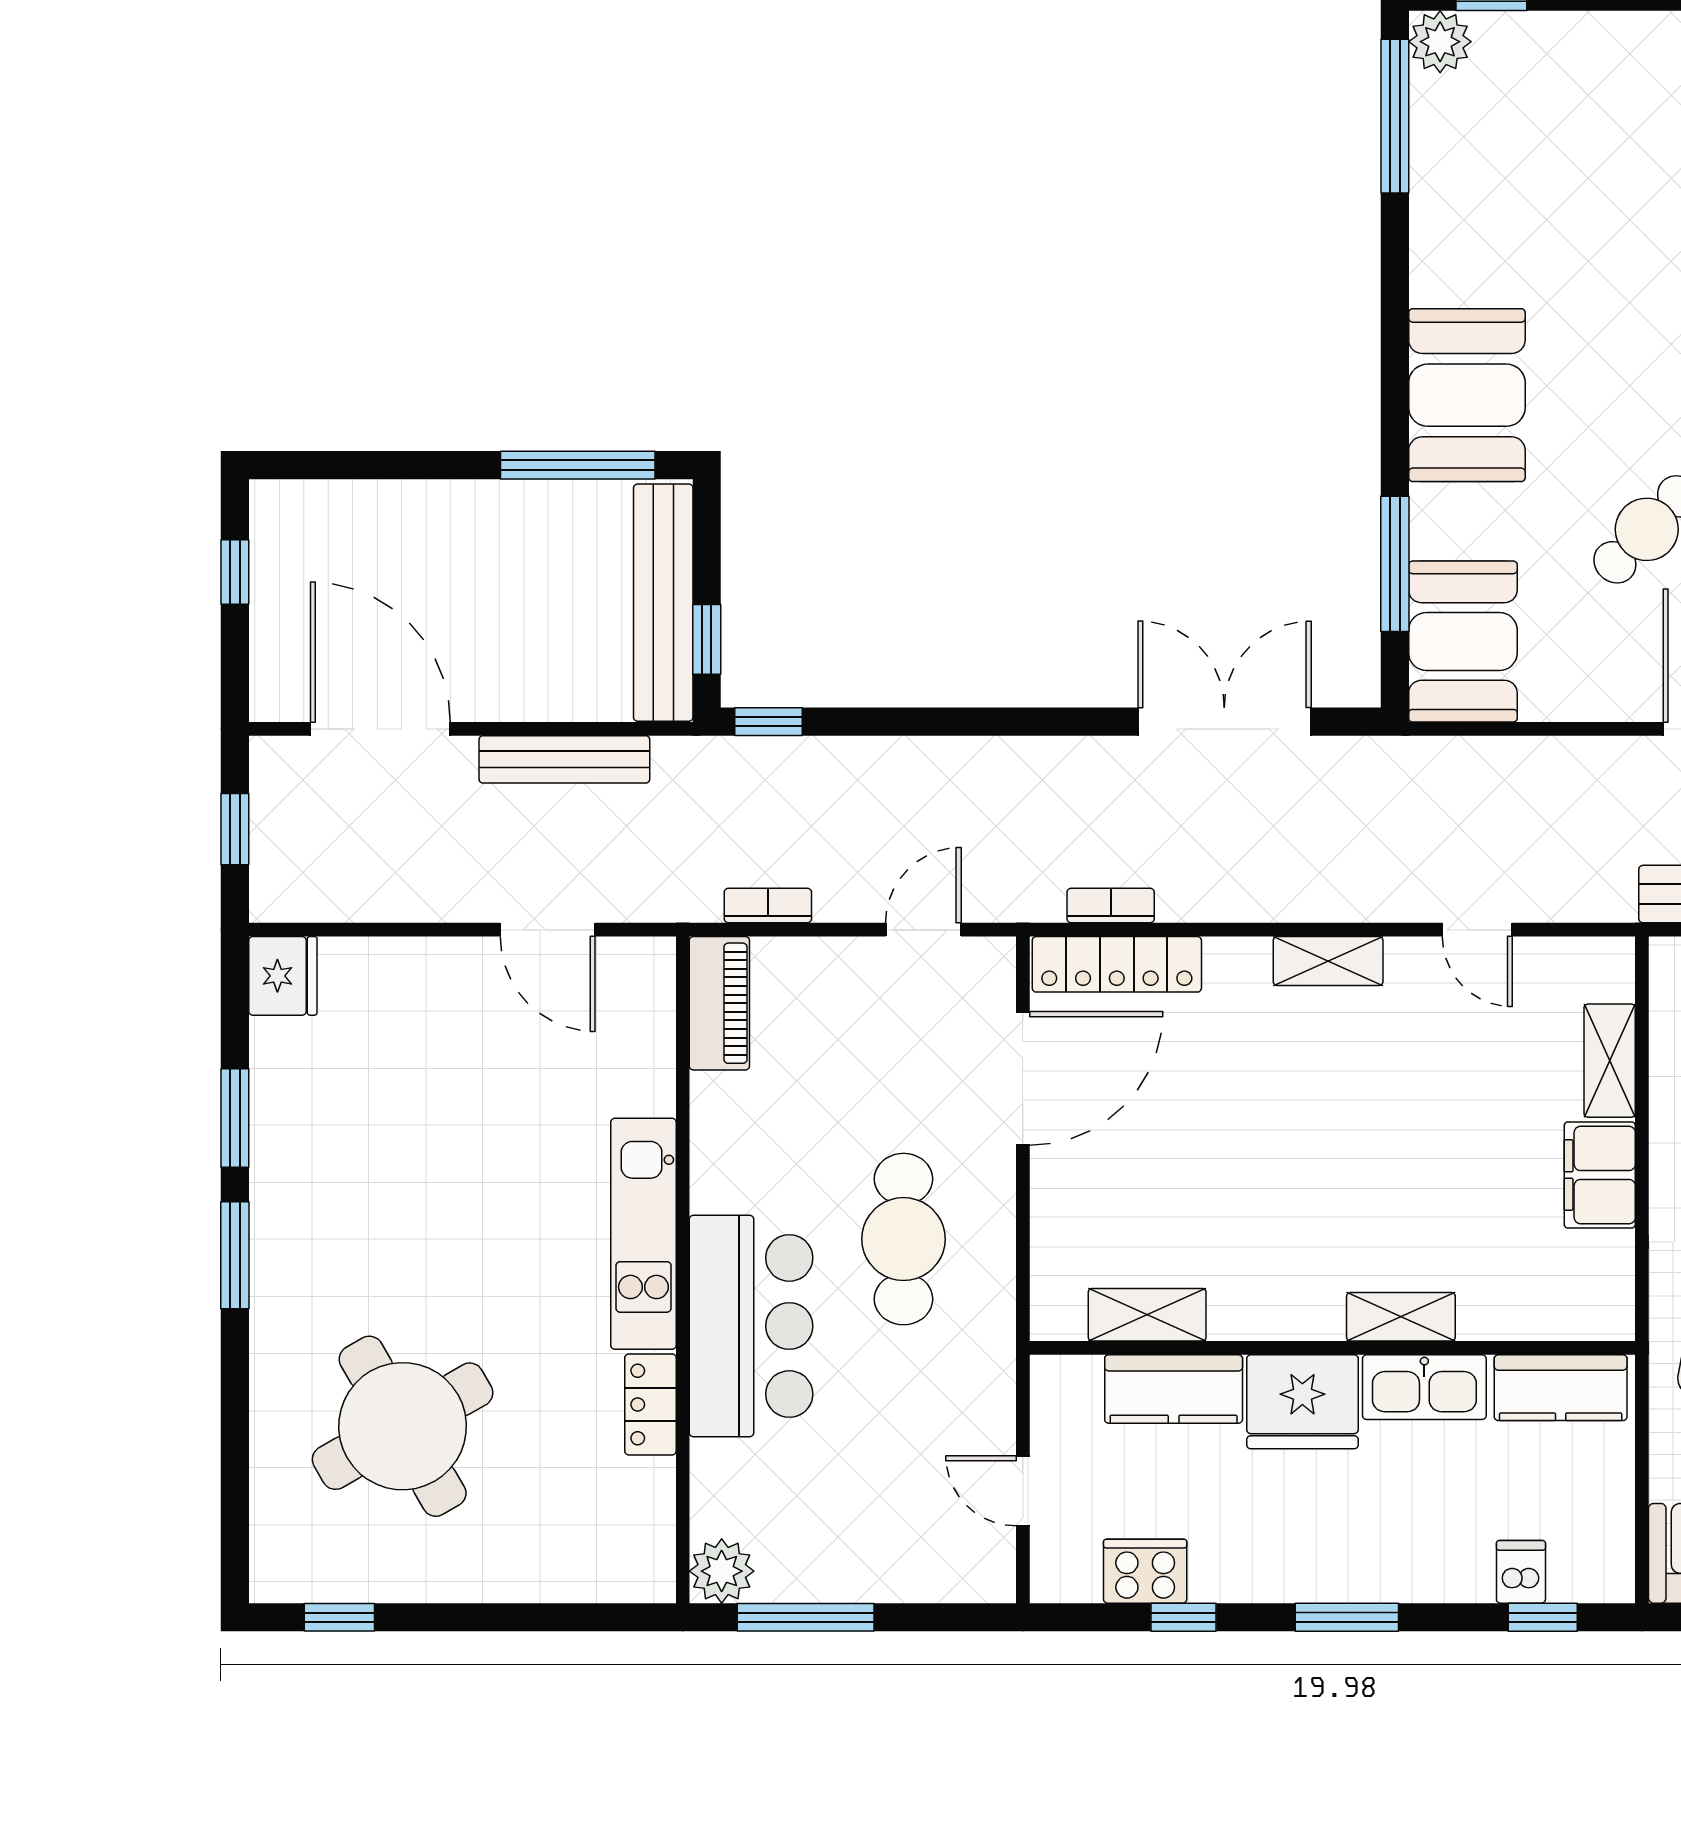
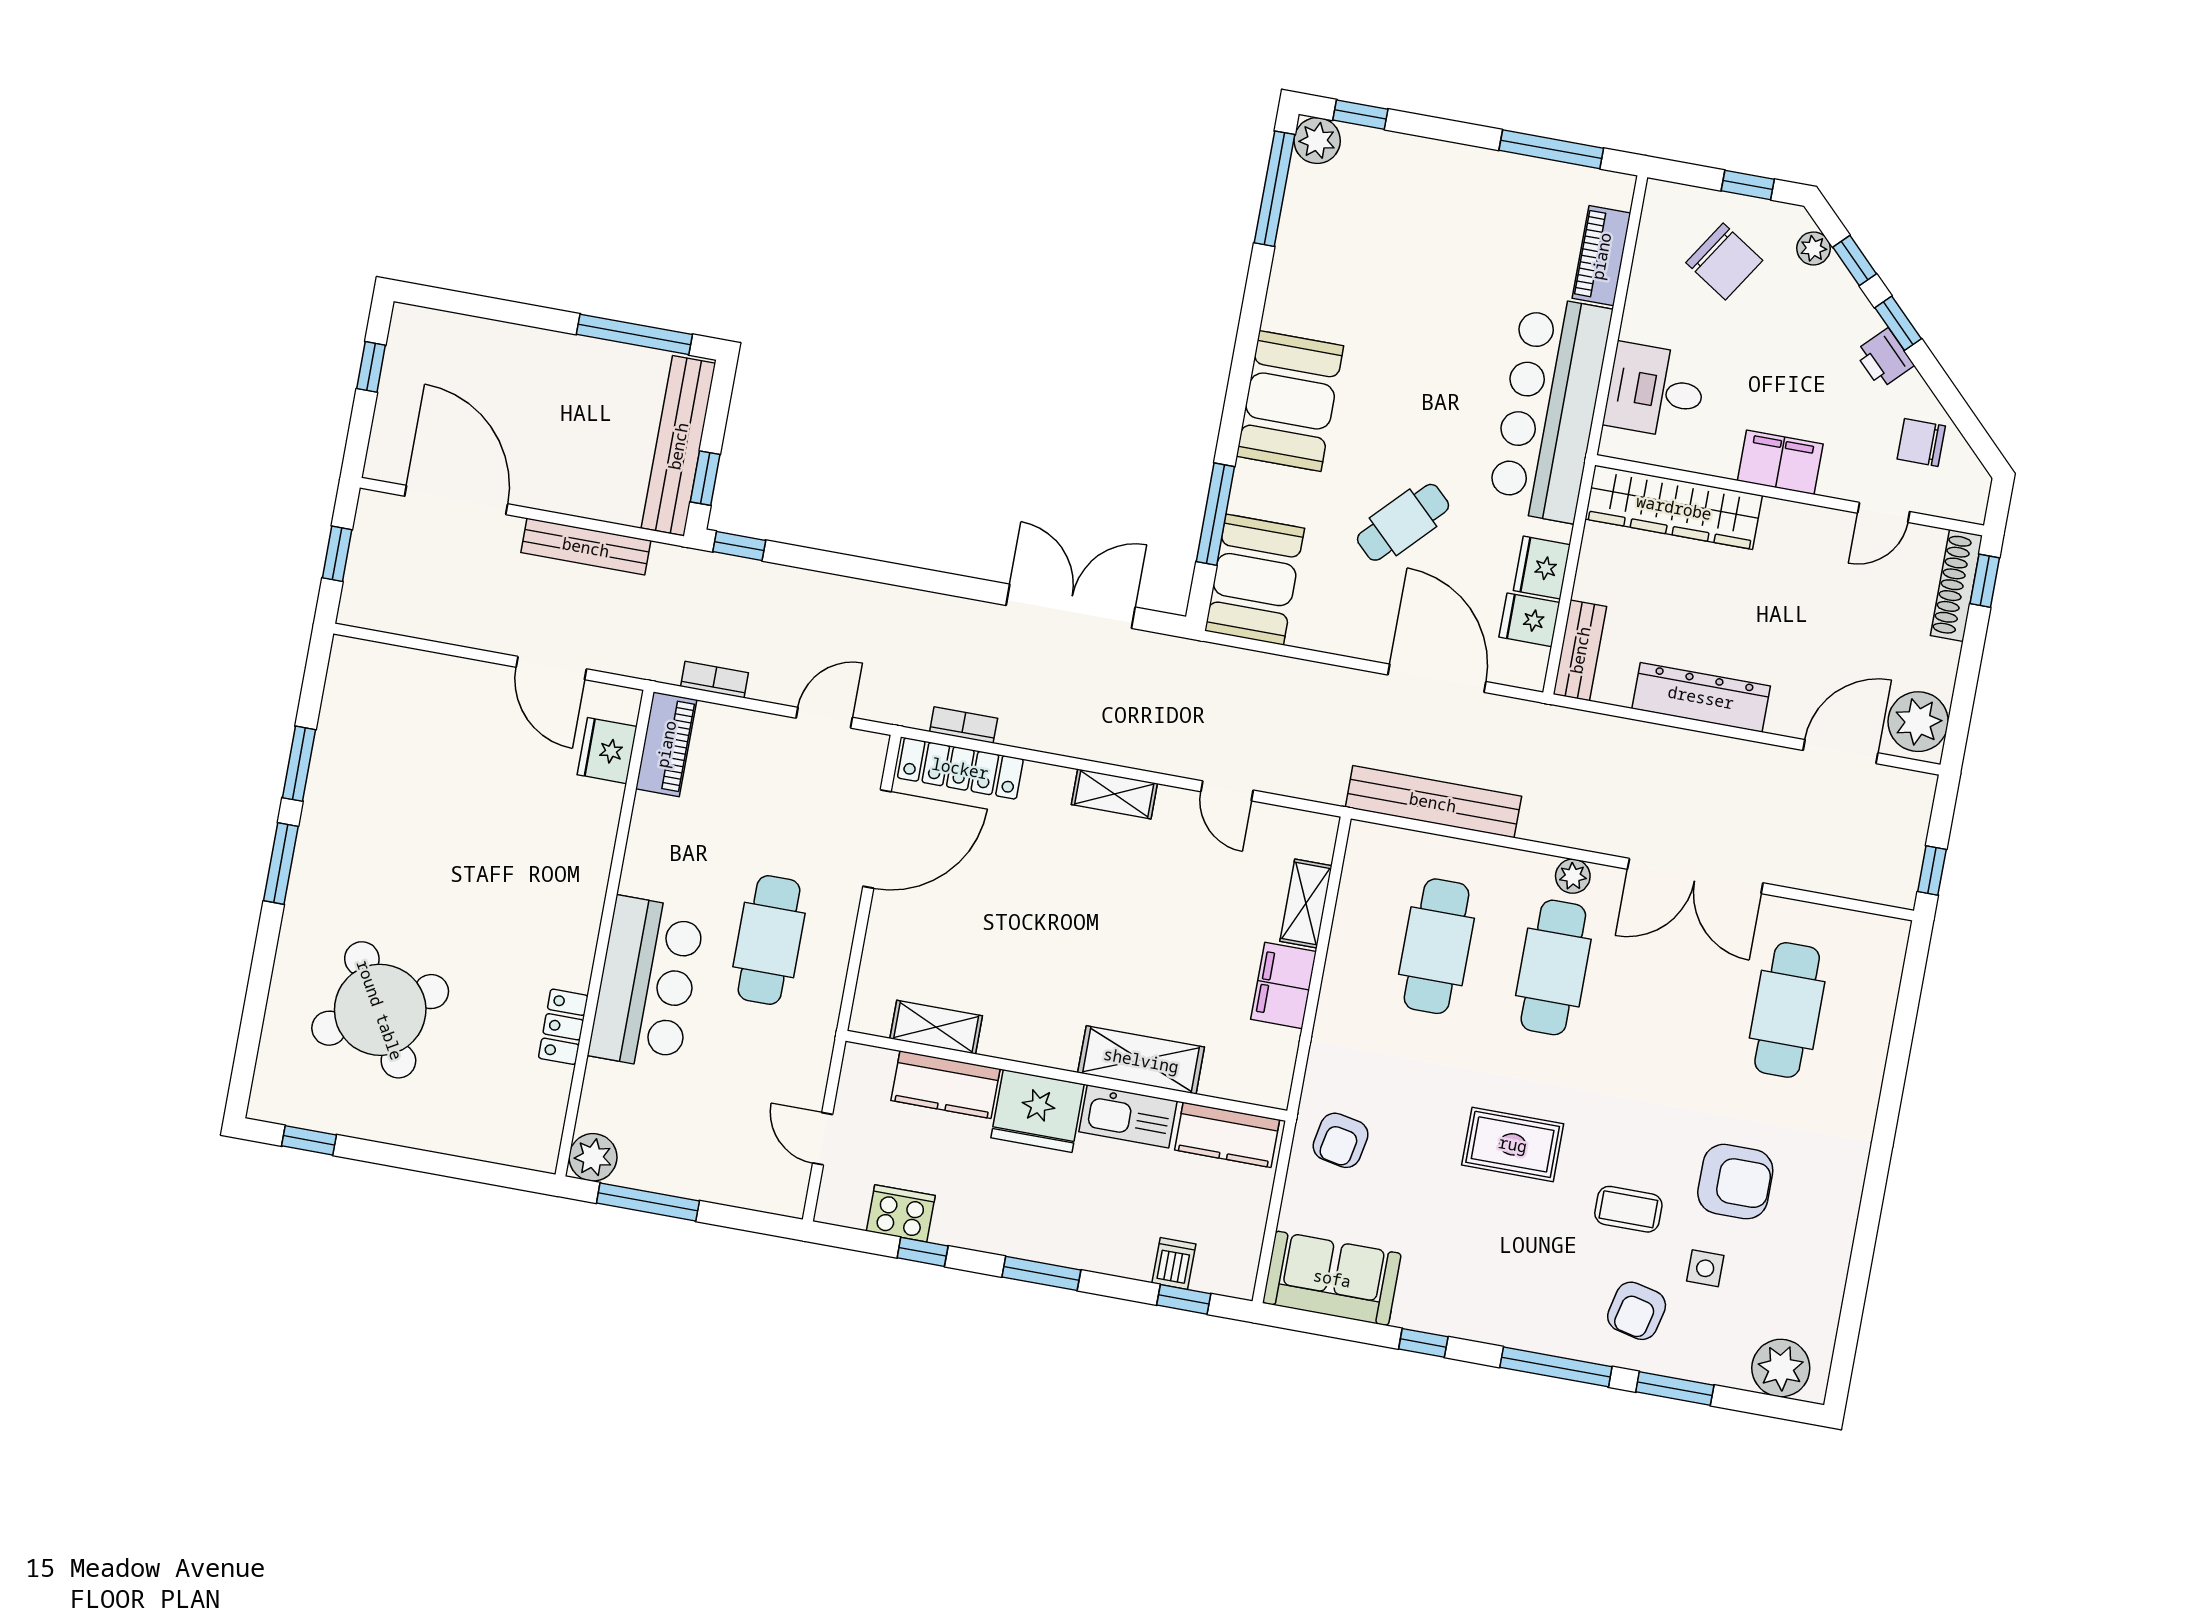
fridge: (283, 976) -> (607, 751), moved, turned 180
kitchen unit: (643, 1234) -> (581, 902), removed
shelving: (1401, 1317) -> (1141, 1060), width x1.50, depth x1.33

